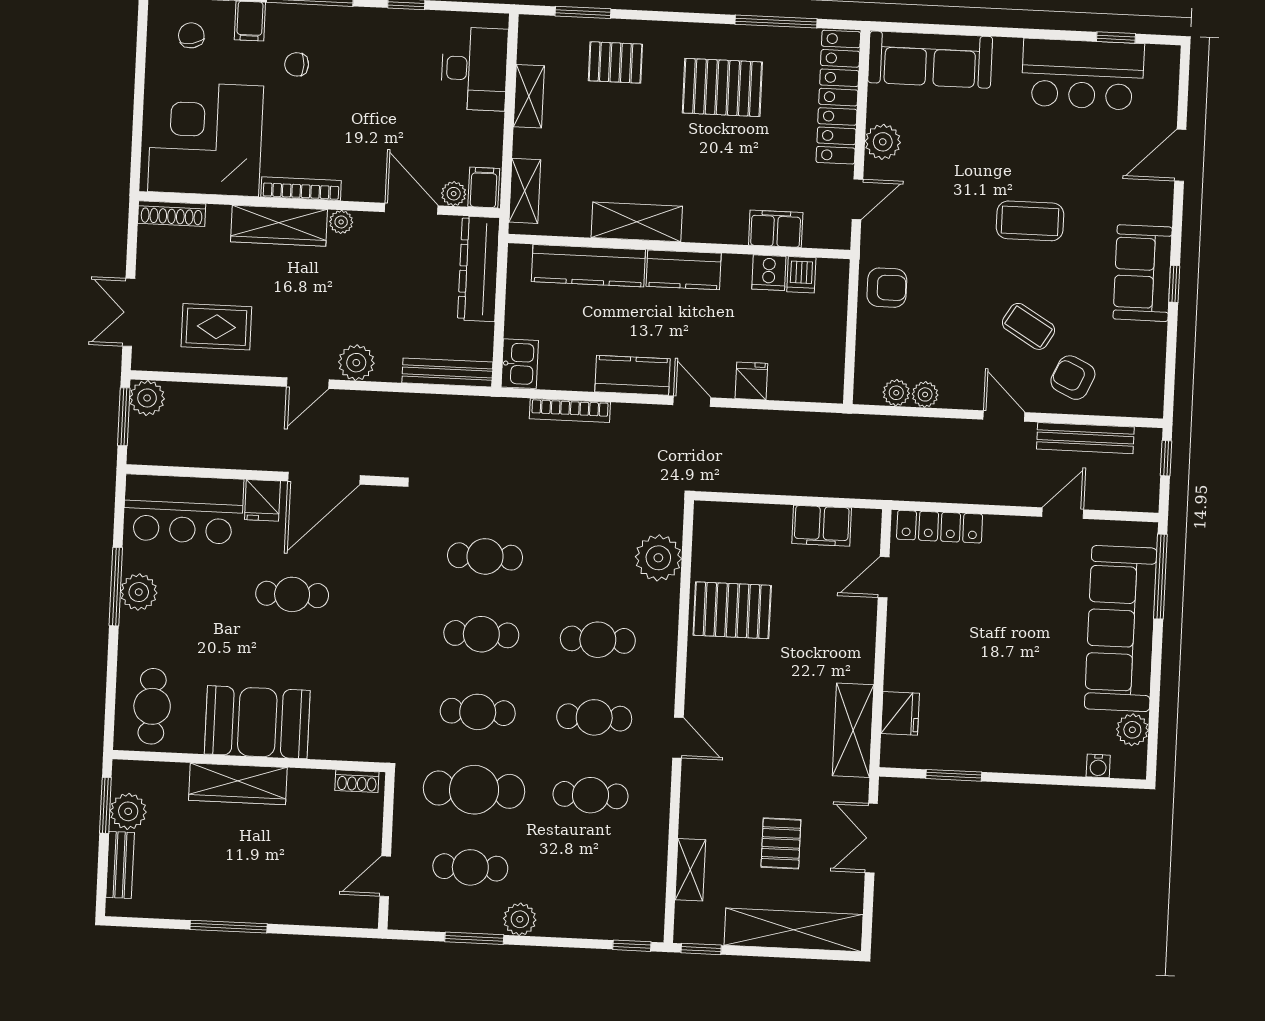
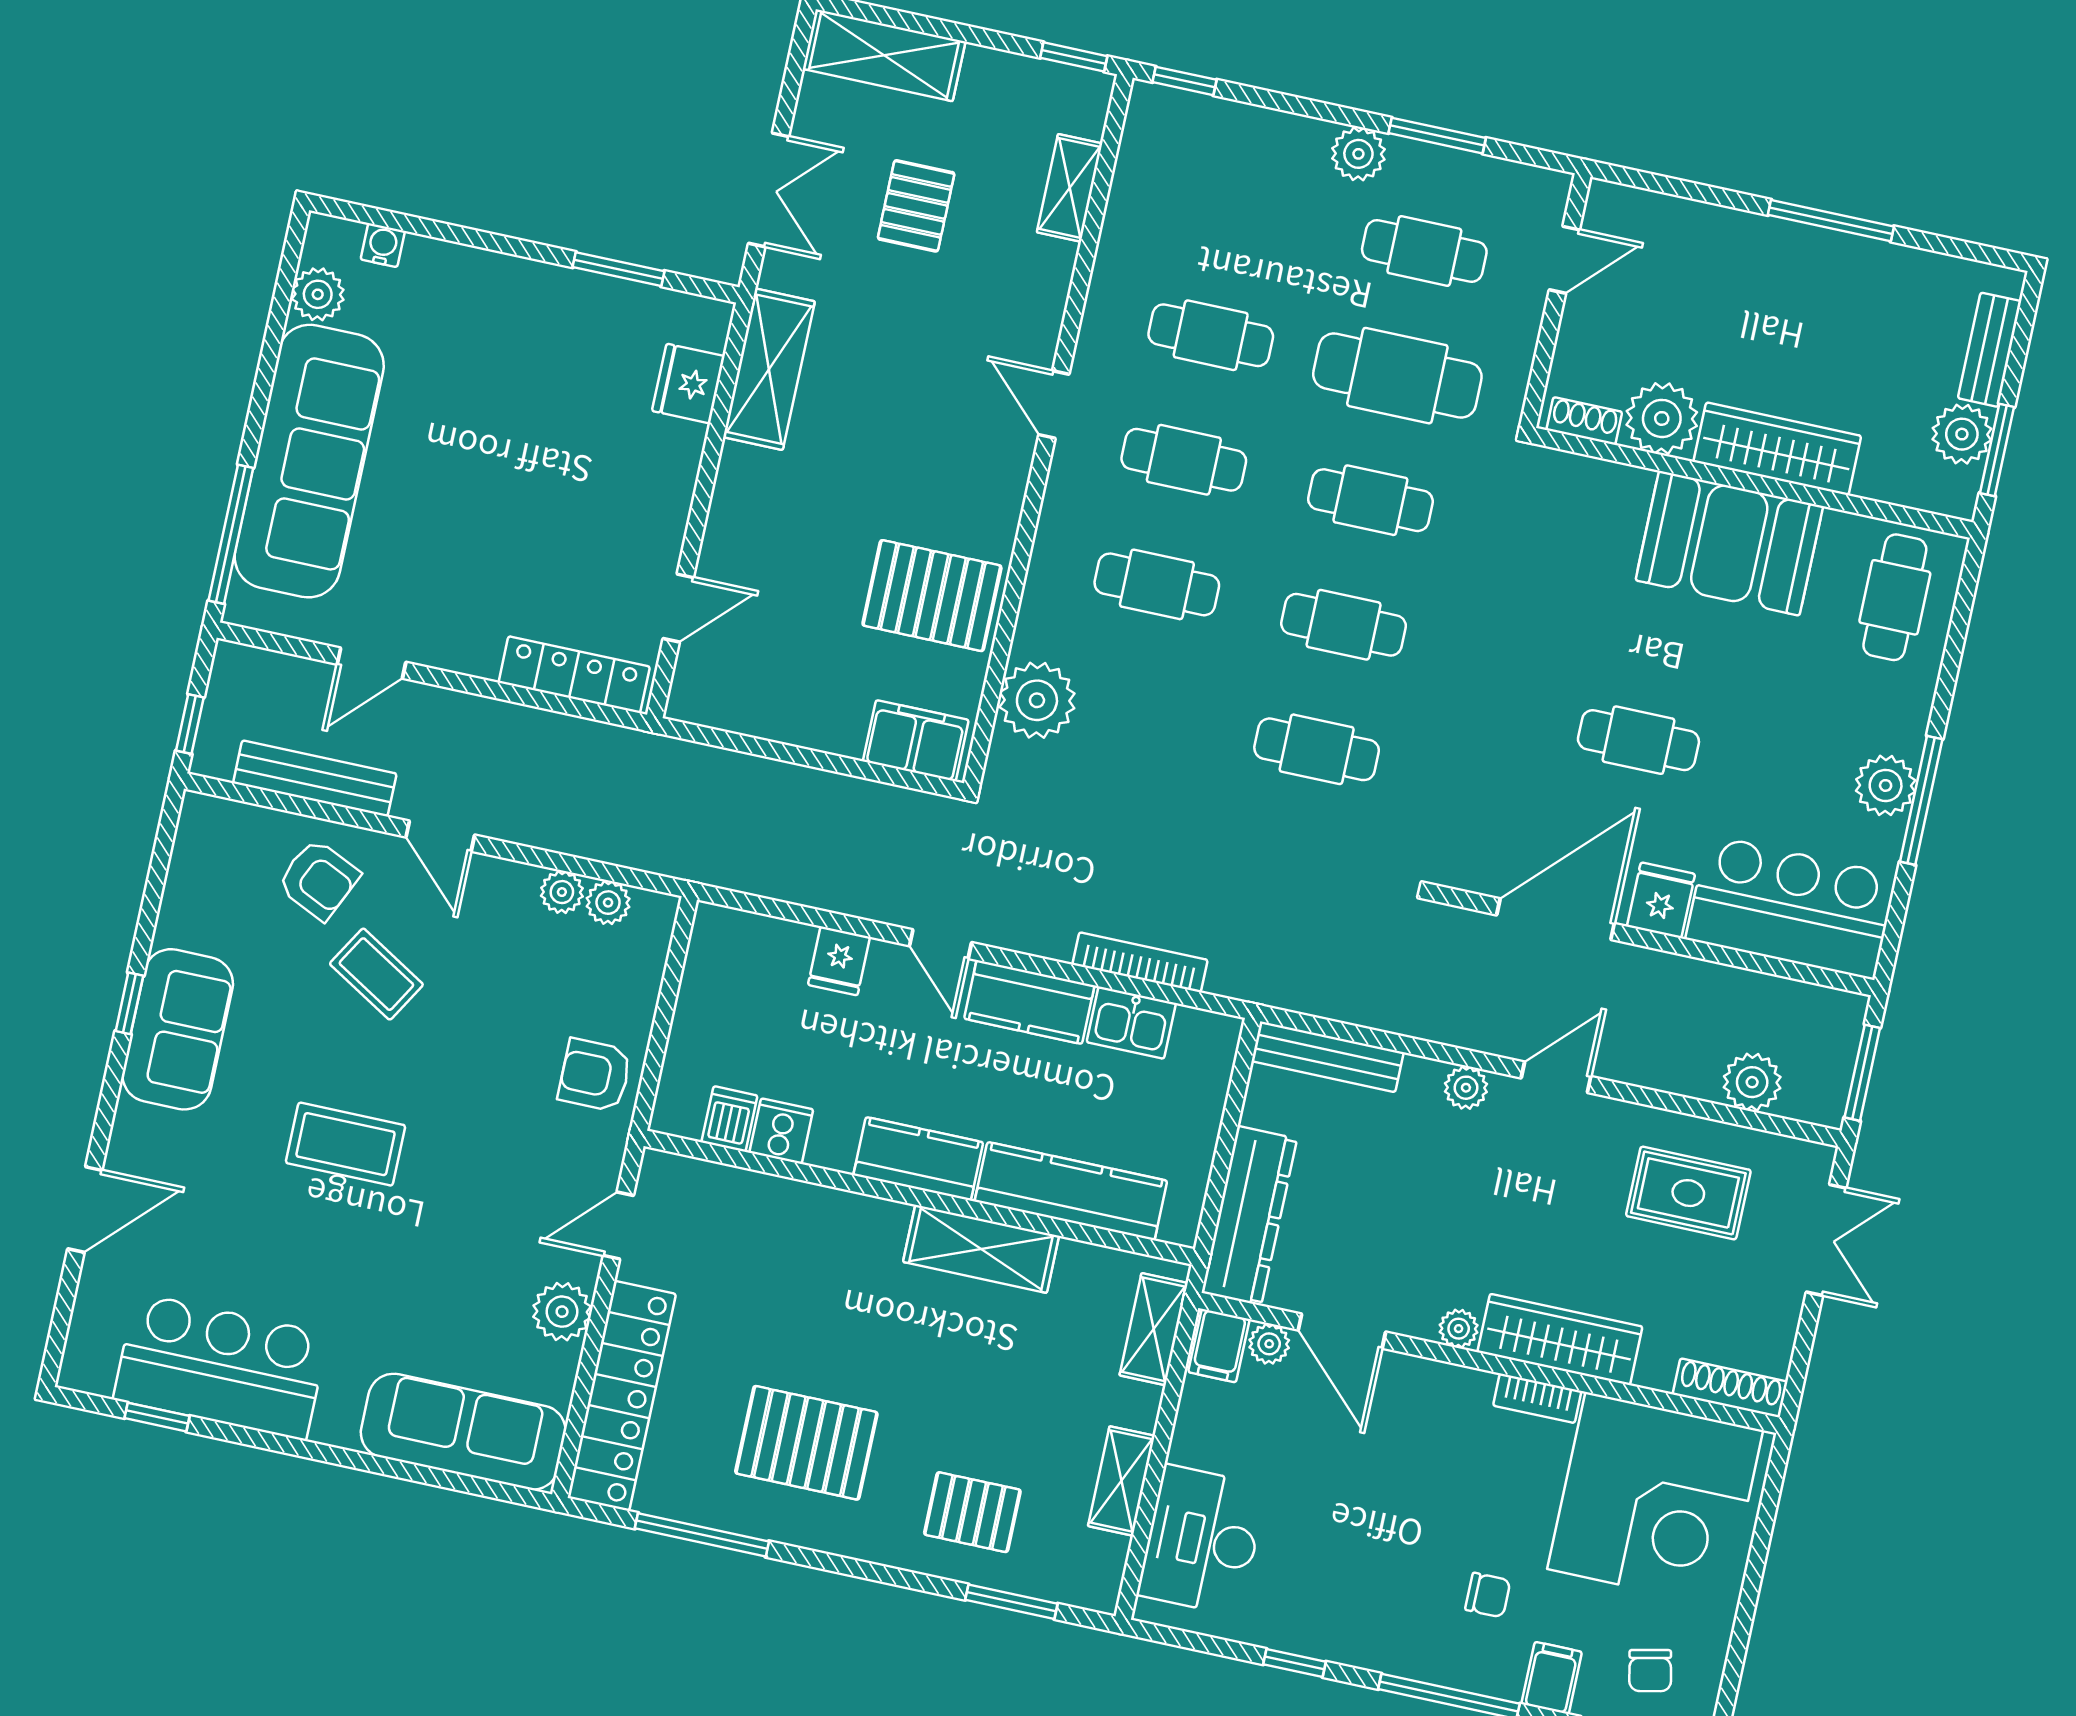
bookcase: (301, 189) -> (1537, 1398), width x0.64
filing cabinet: (776, 229) -> (758, 1200), removed
plant: (356, 363) -> (1466, 1088), width x0.73, depth x0.73
kitchen sink: (520, 364) -> (1131, 1023), moved, turned -90
plant: (147, 398) -> (1752, 1082), moved
filing cabinet: (822, 526) -> (916, 741), moved
plant: (310, 790) -> (1662, 418), added
shelving: (794, 930) -> (884, 55), width x0.68

